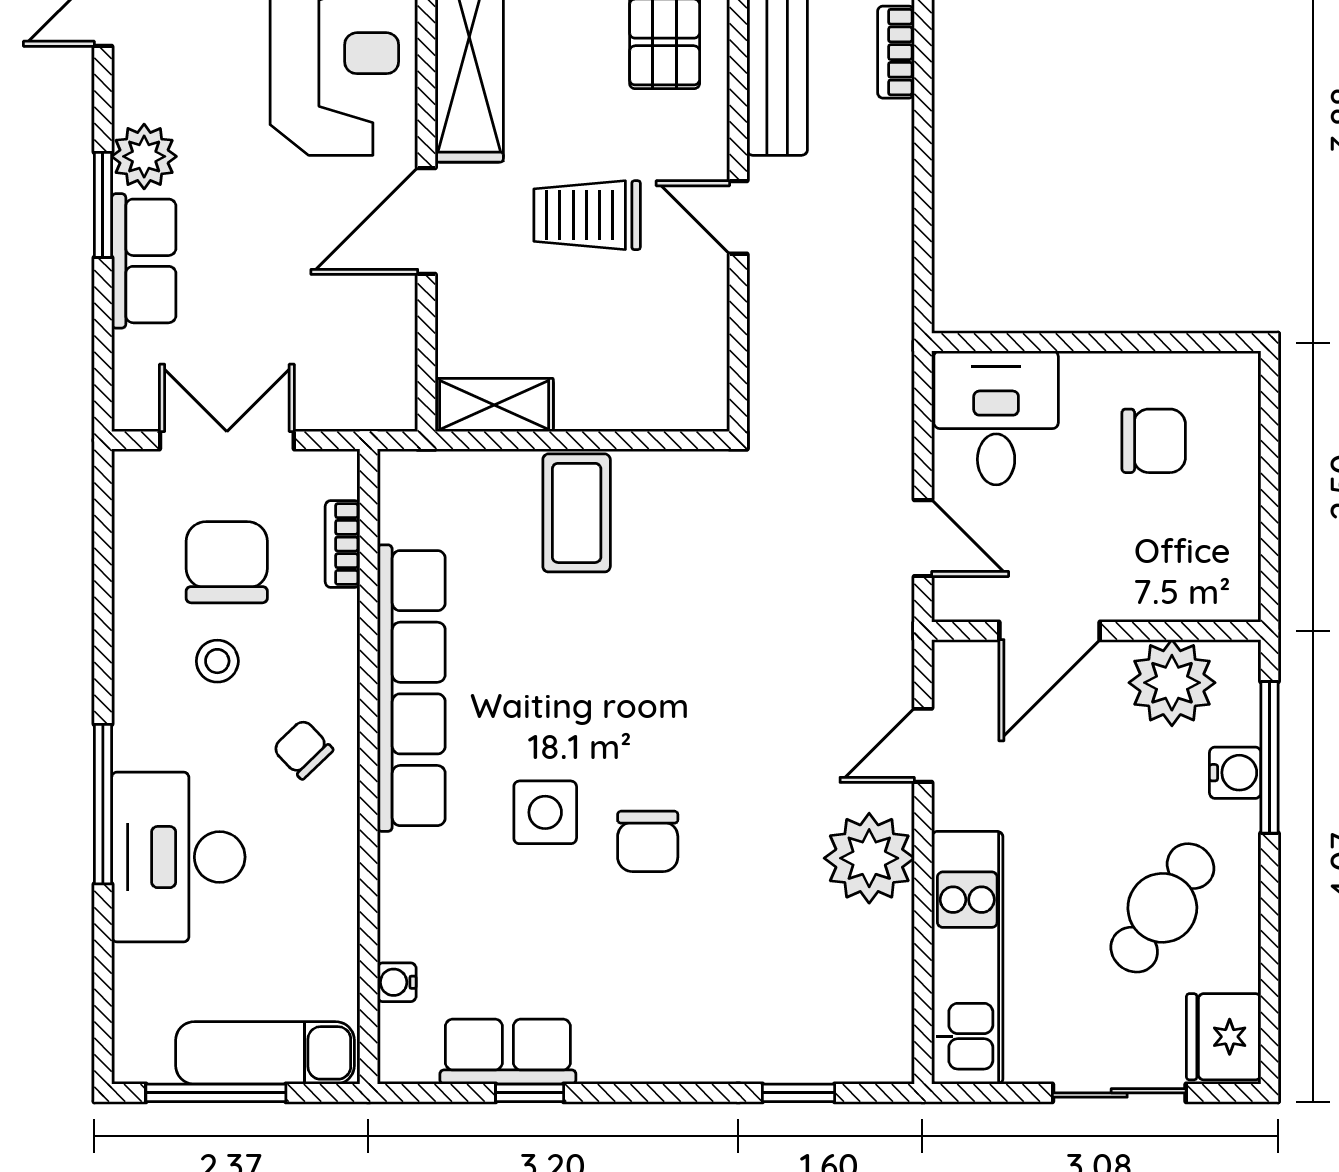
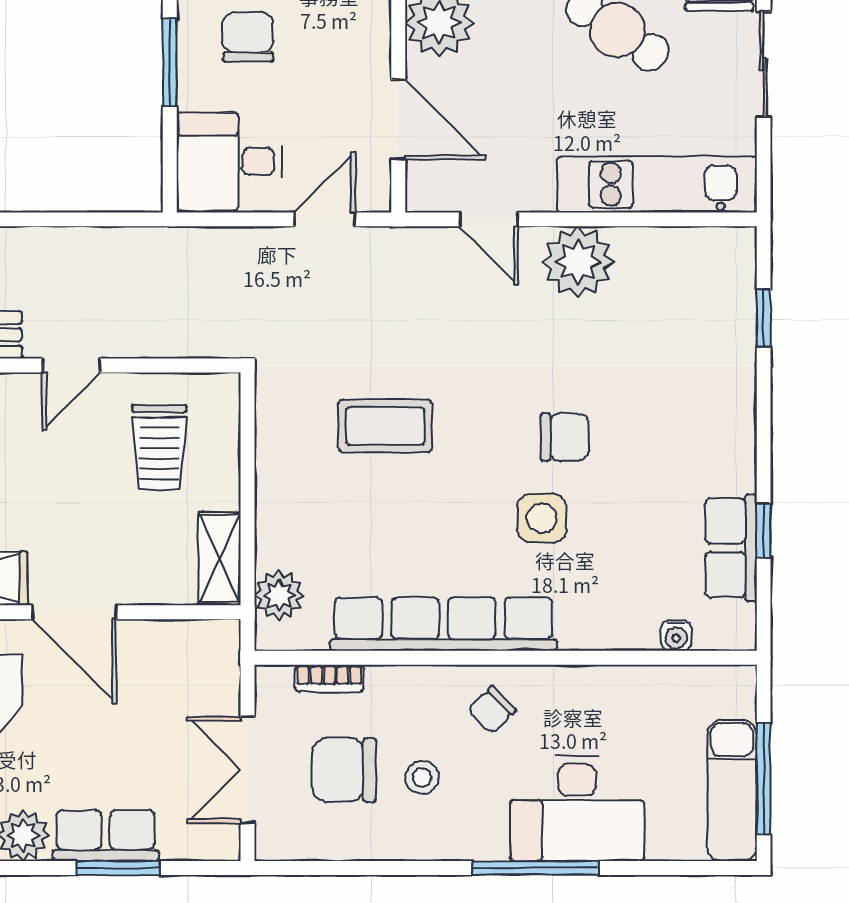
window: (103, 205) -> (118, 868), moved
trolley: (587, 215) -> (159, 447), moved
window: (1122, 342) -> (170, 62), added
plant: (448, 480) -> (279, 595), added
coffee table: (577, 513) -> (385, 426), moved
exam couch: (265, 1053) -> (732, 790), moved

